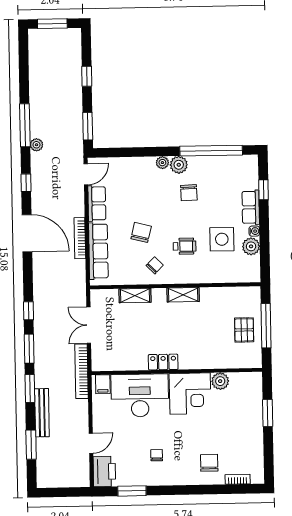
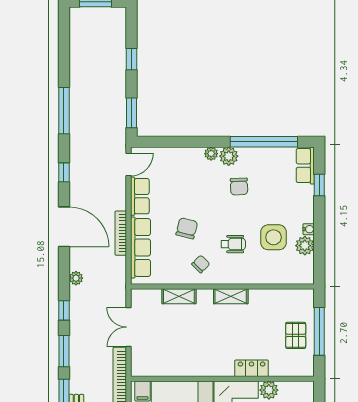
plant: (36, 145) -> (76, 278), moved
row of seats: (251, 207) -> (305, 166), moved
locker: (163, 362) -> (252, 368), moved

